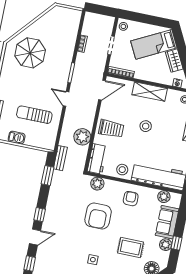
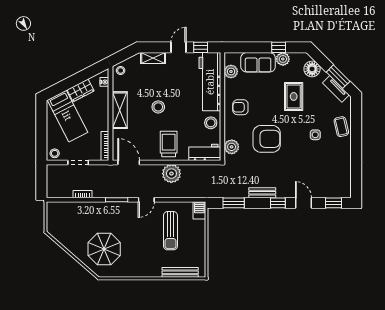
plant: (82, 137) -> (171, 174), moved
barbecue: (17, 138) -> (199, 210), moved
bench: (60, 158) -> (262, 193), moved

